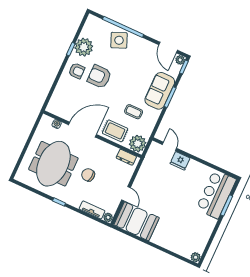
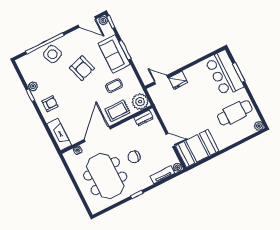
plant: (84, 47) -> (33, 86), width x0.53, depth x0.53
armchair: (99, 77) -> (82, 68), moved, turned -107
fireplace: (57, 99) -> (59, 135), added
cafe table: (191, 229) -> (235, 113), added

